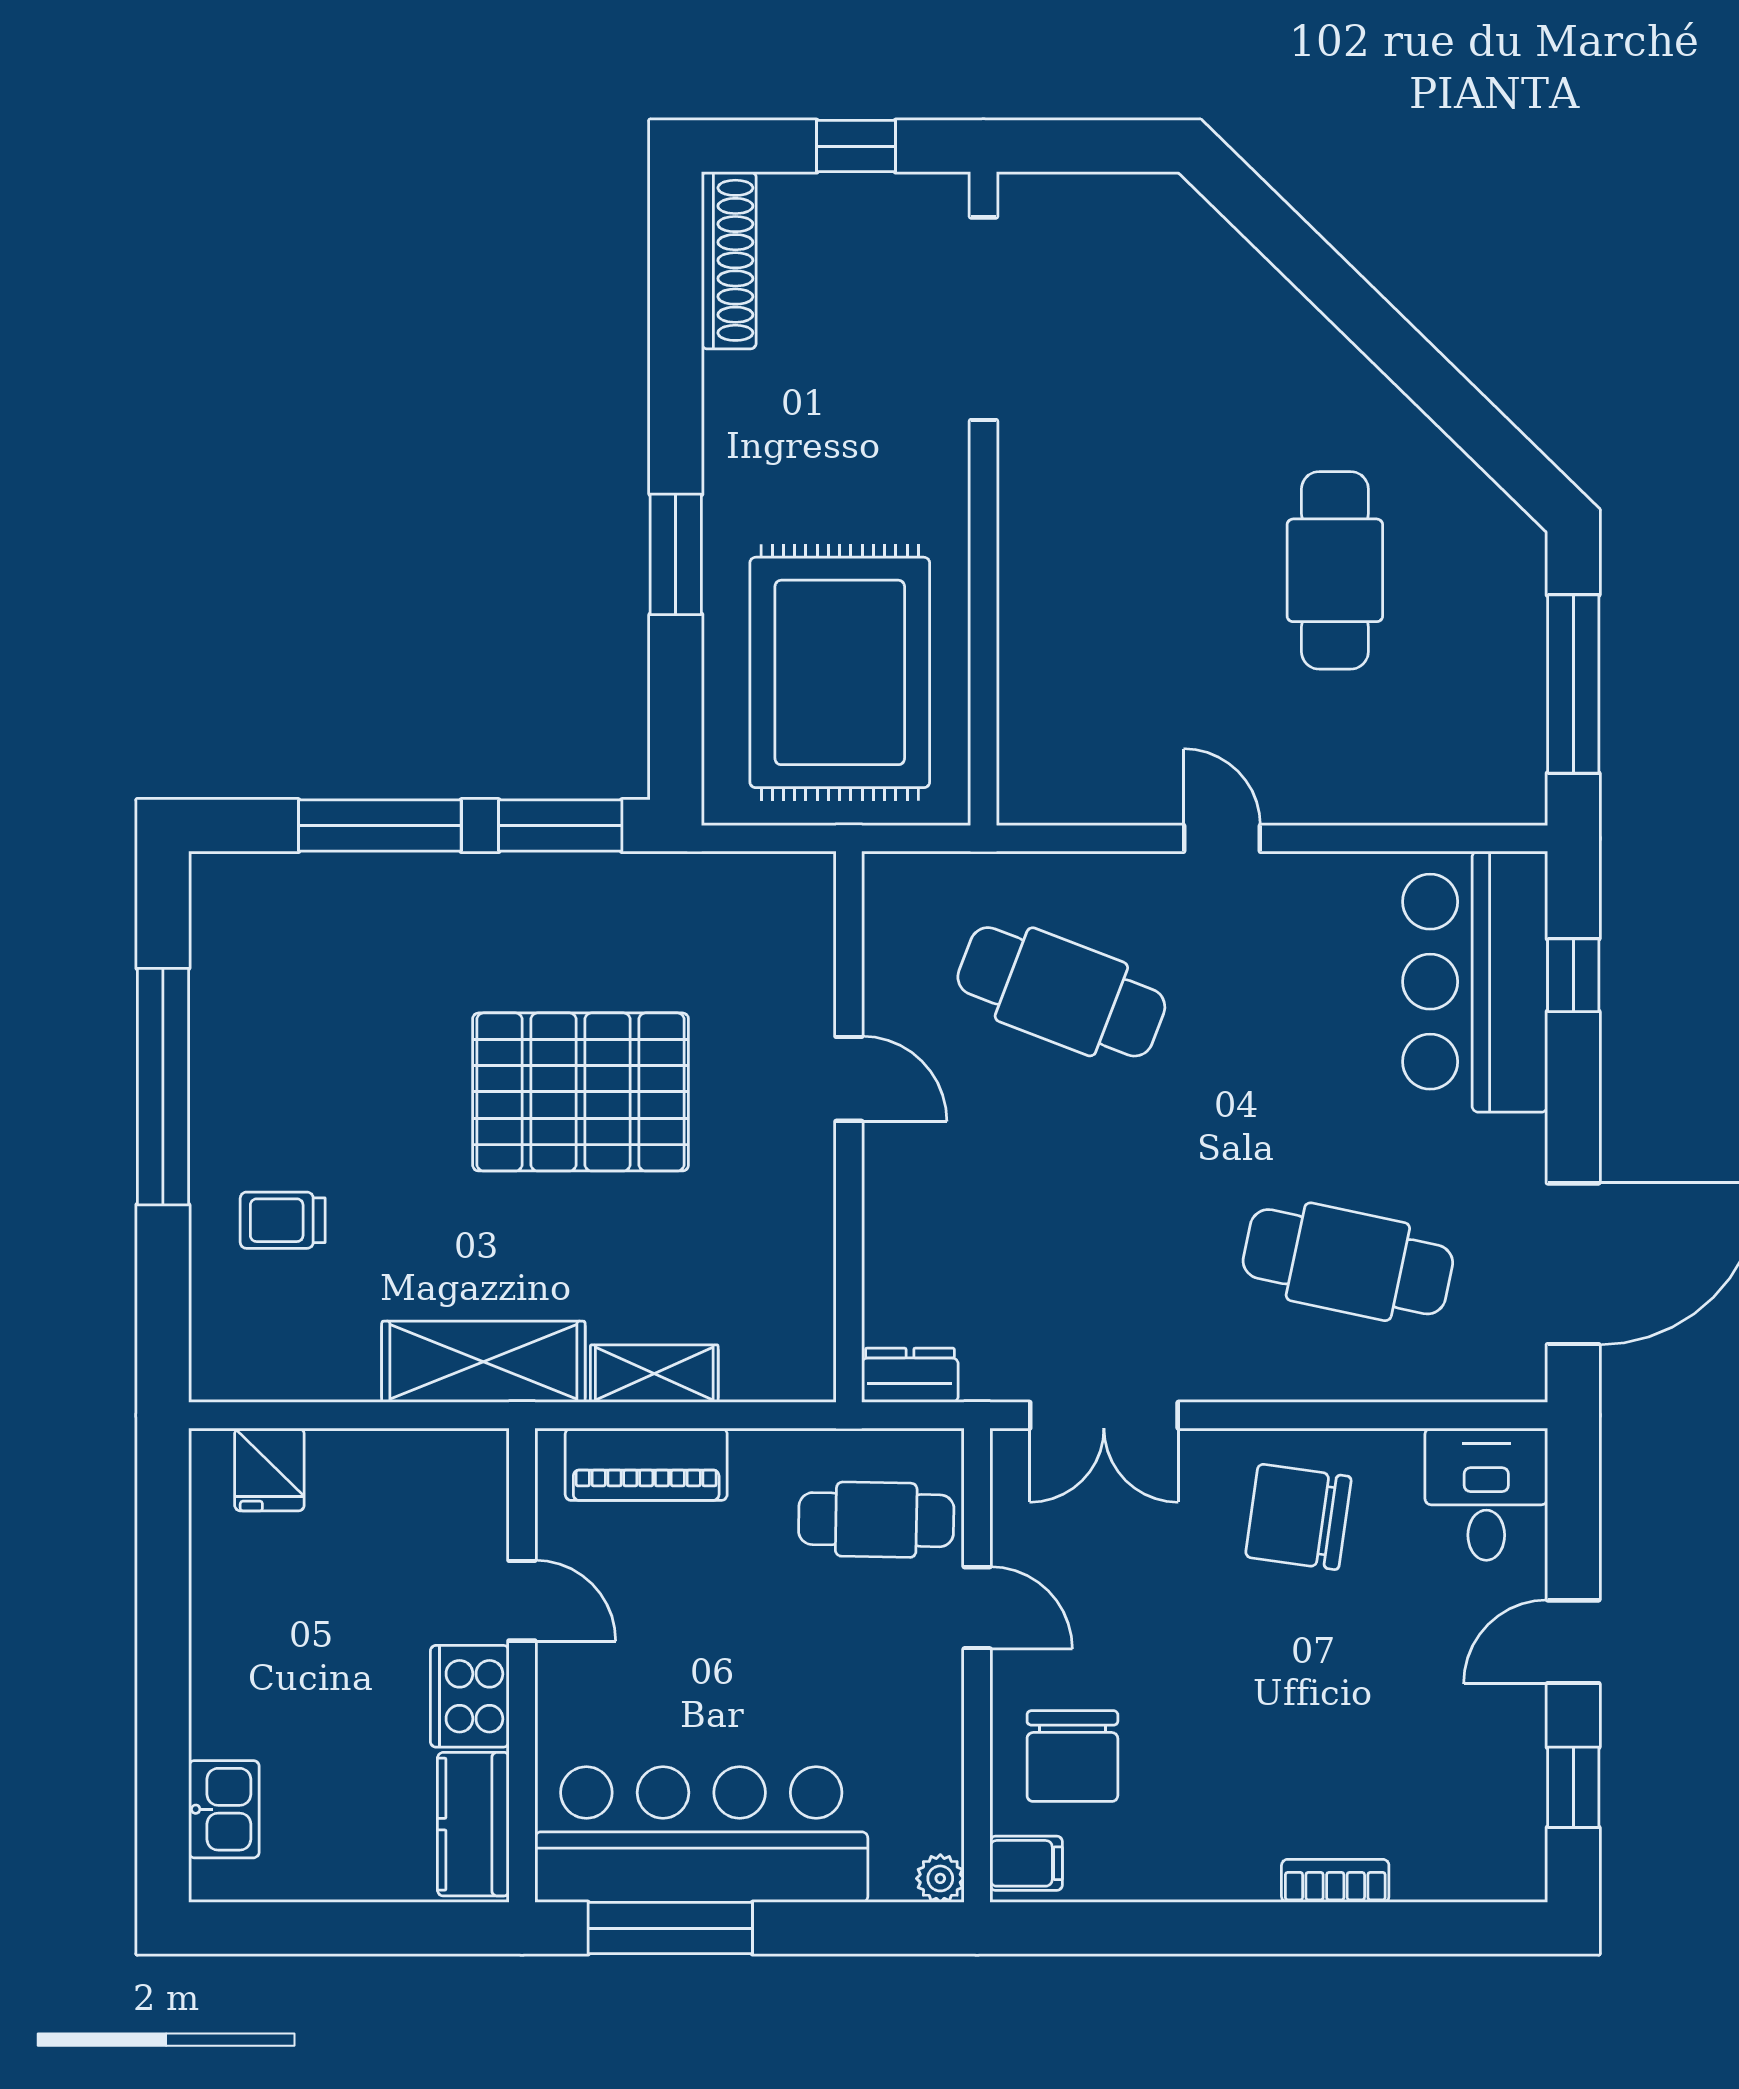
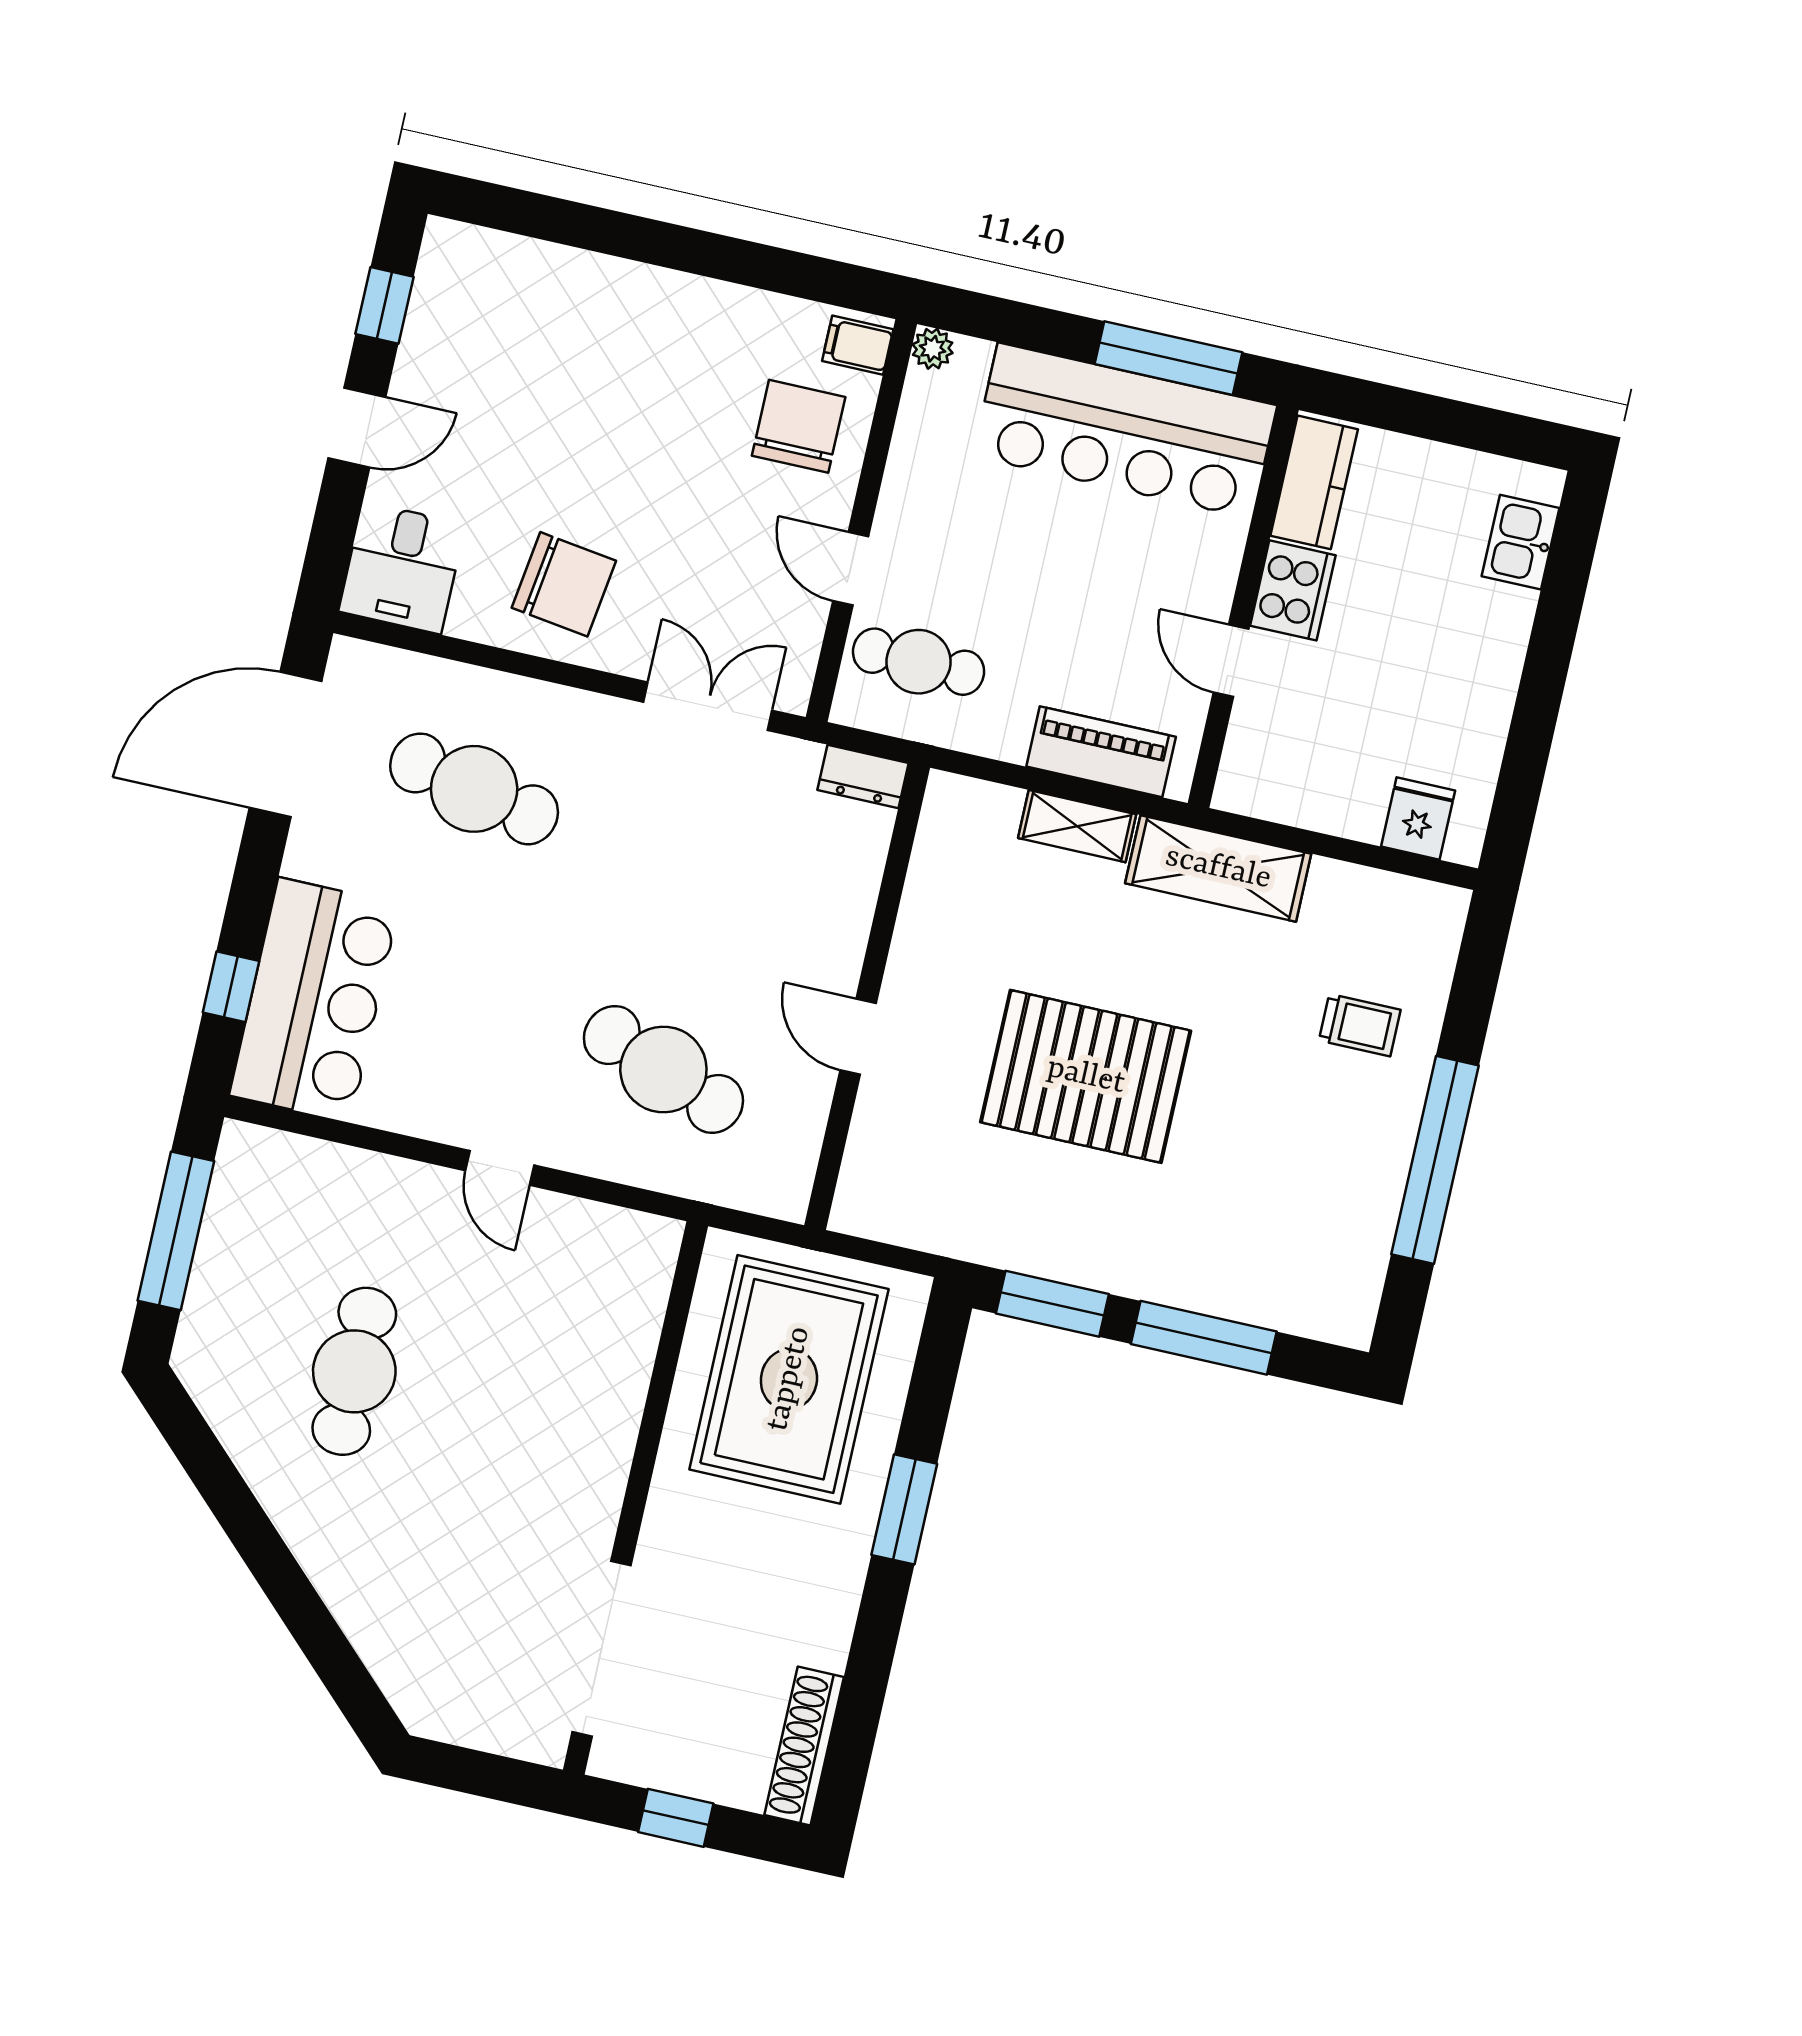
bookcase: (1335, 1881) -> (602, 272), removed

